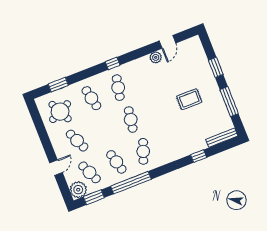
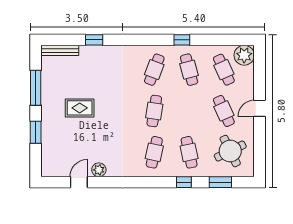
window: (113, 63) -> (184, 182), moved
door: (56, 168) -> (259, 108), moved
window: (131, 183) -> (182, 40), width x0.32
window: (94, 197) -> (230, 40), removed

